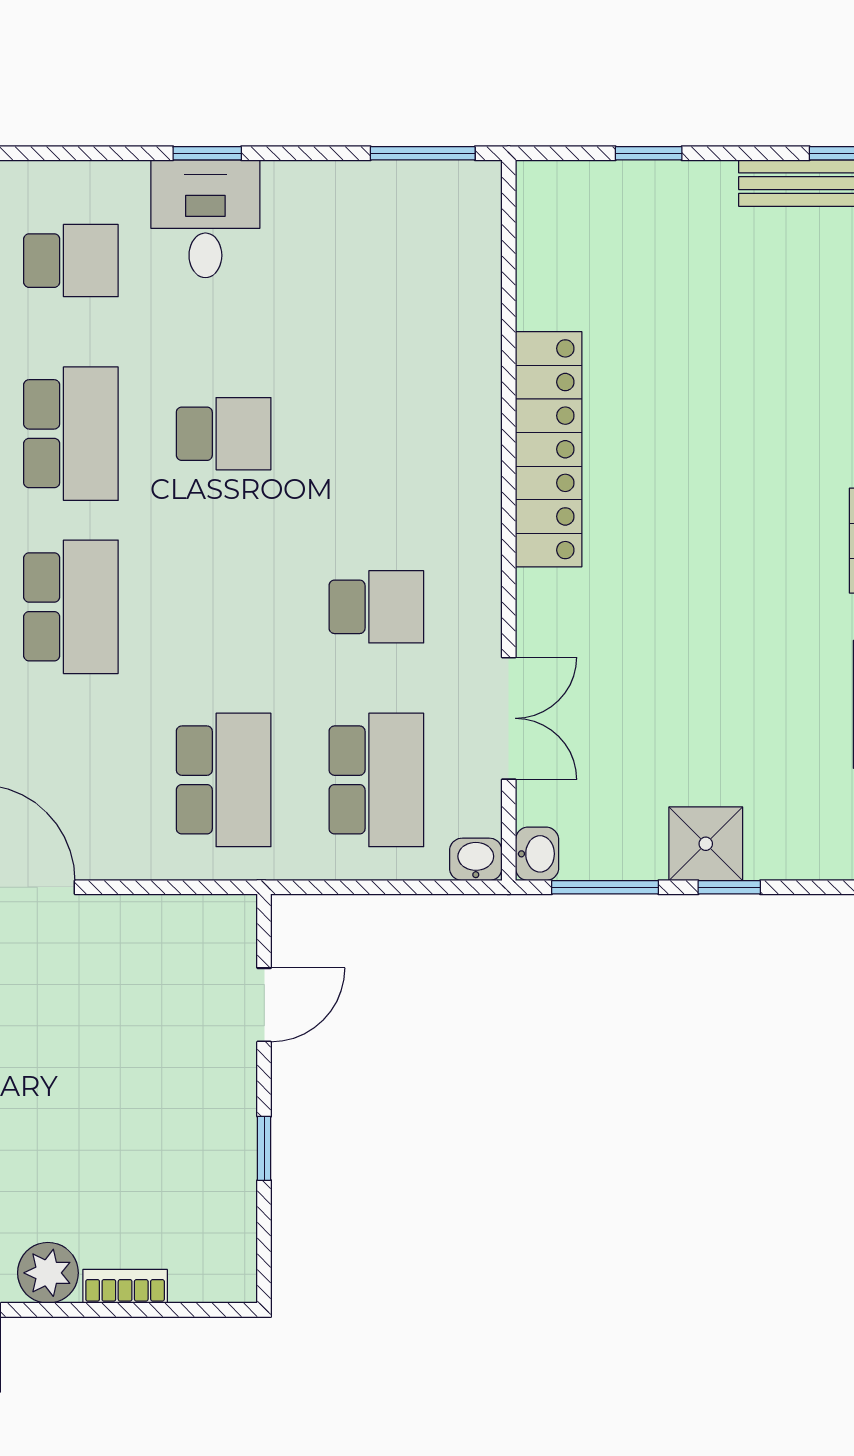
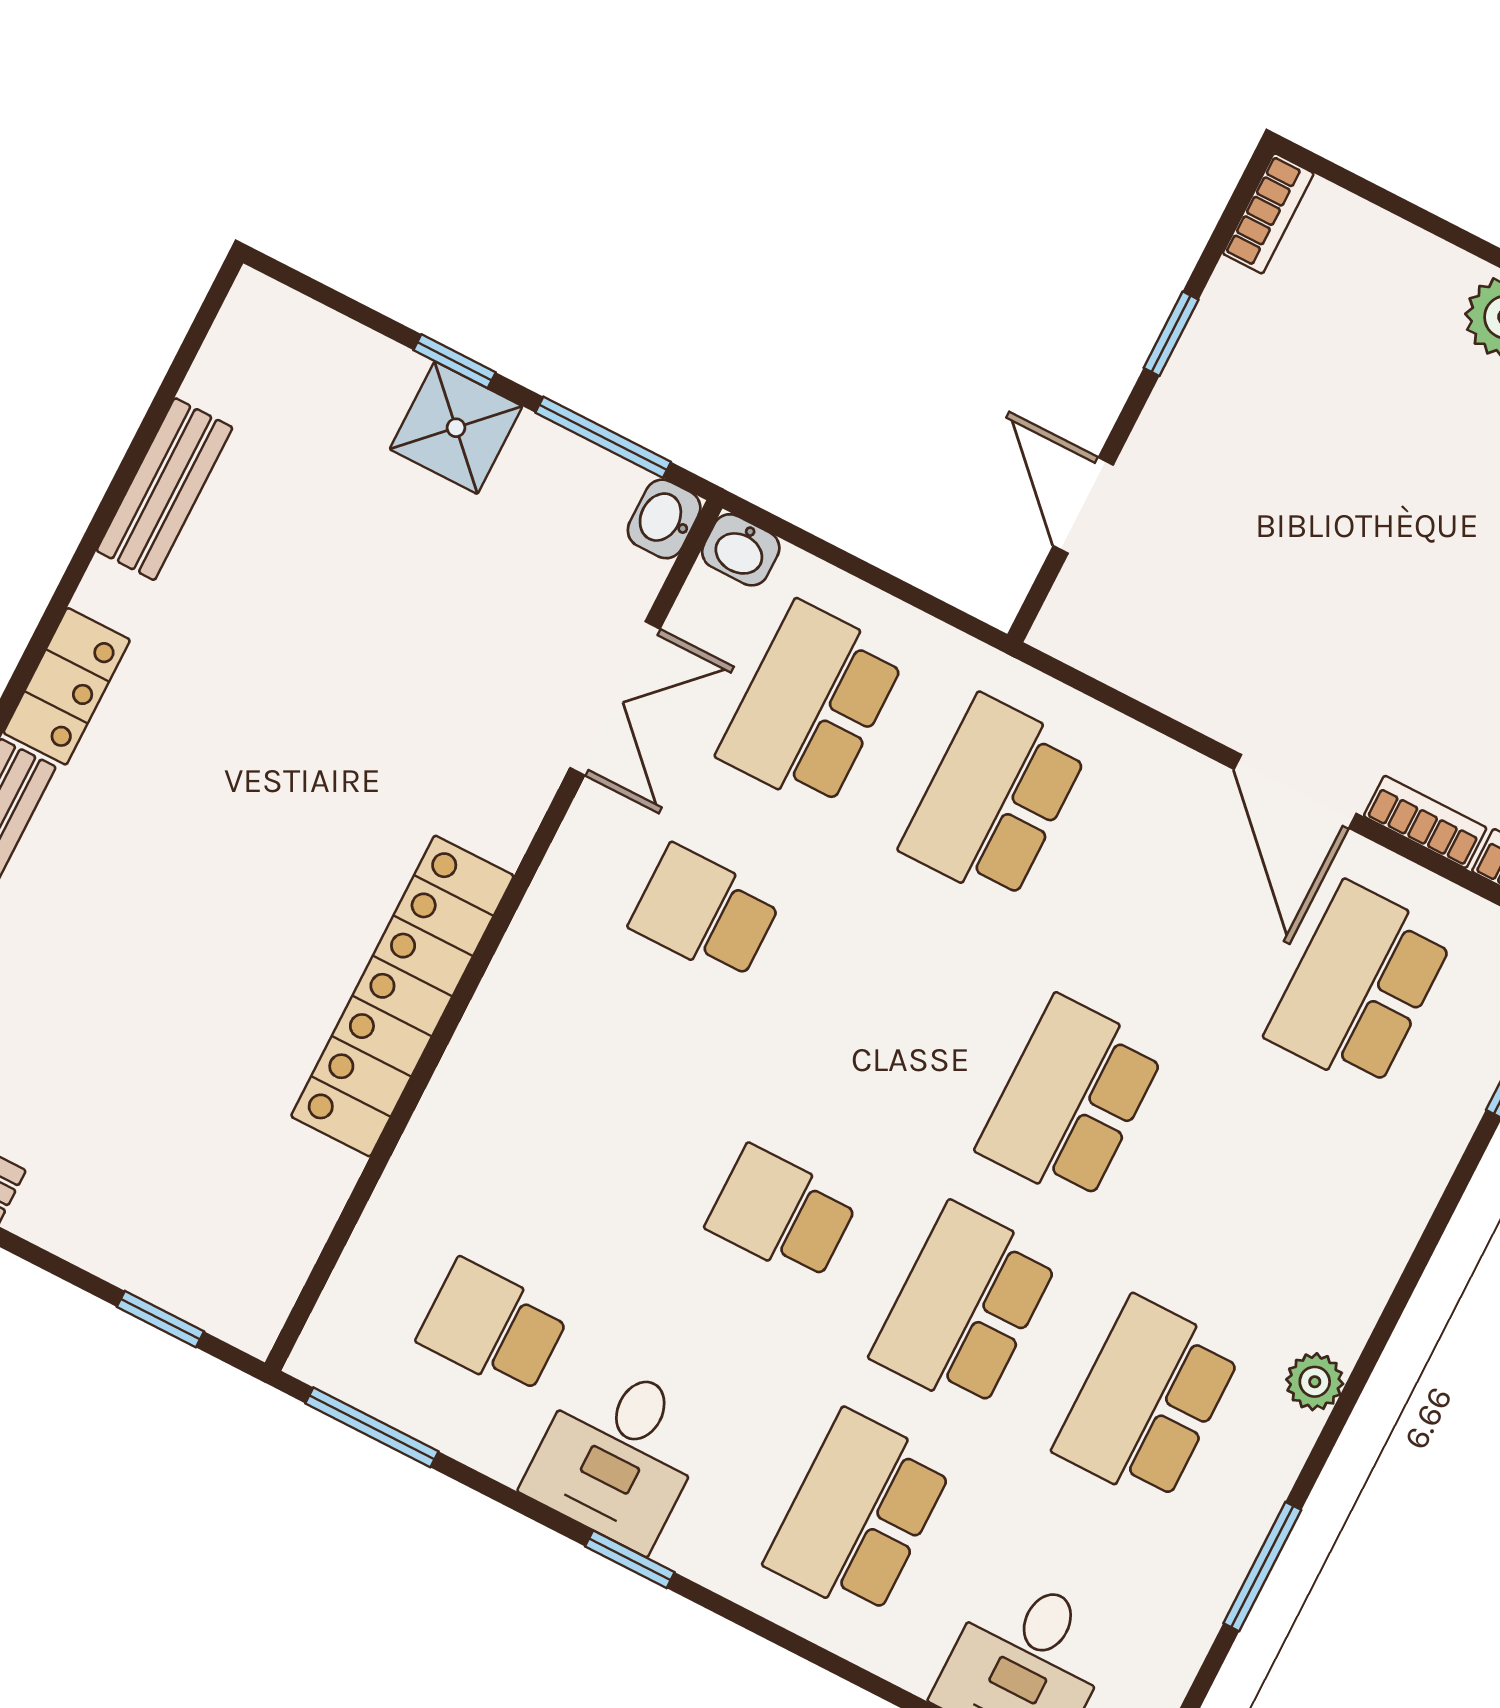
window: (649, 153) -> (160, 1319), moved
desk: (205, 219) -> (618, 1454), moved
school desk: (71, 261) -> (859, 1514), width x1.85
school desk: (376, 261) -> (493, 1327), added
double door: (509, 718) -> (615, 698), swing flipped
door: (264, 1005) -> (1083, 505), hinge flipped
bookcase: (125, 1286) -> (1268, 213), moved, turned -90

